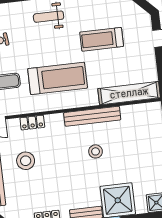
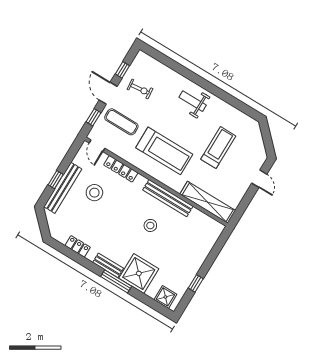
treadmill: (102, 39) -> (218, 148), turned 90
locker: (32, 123) -> (121, 169), width x1.53

